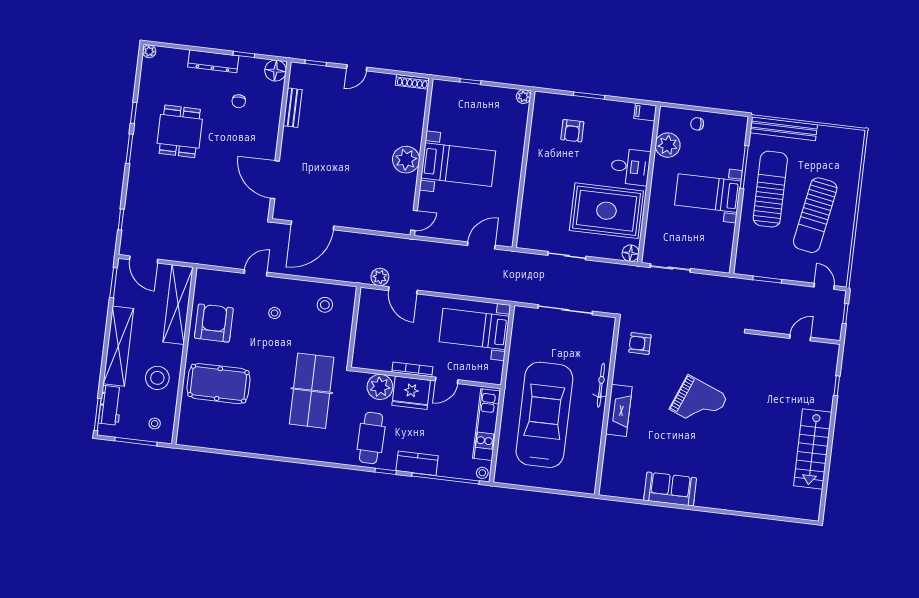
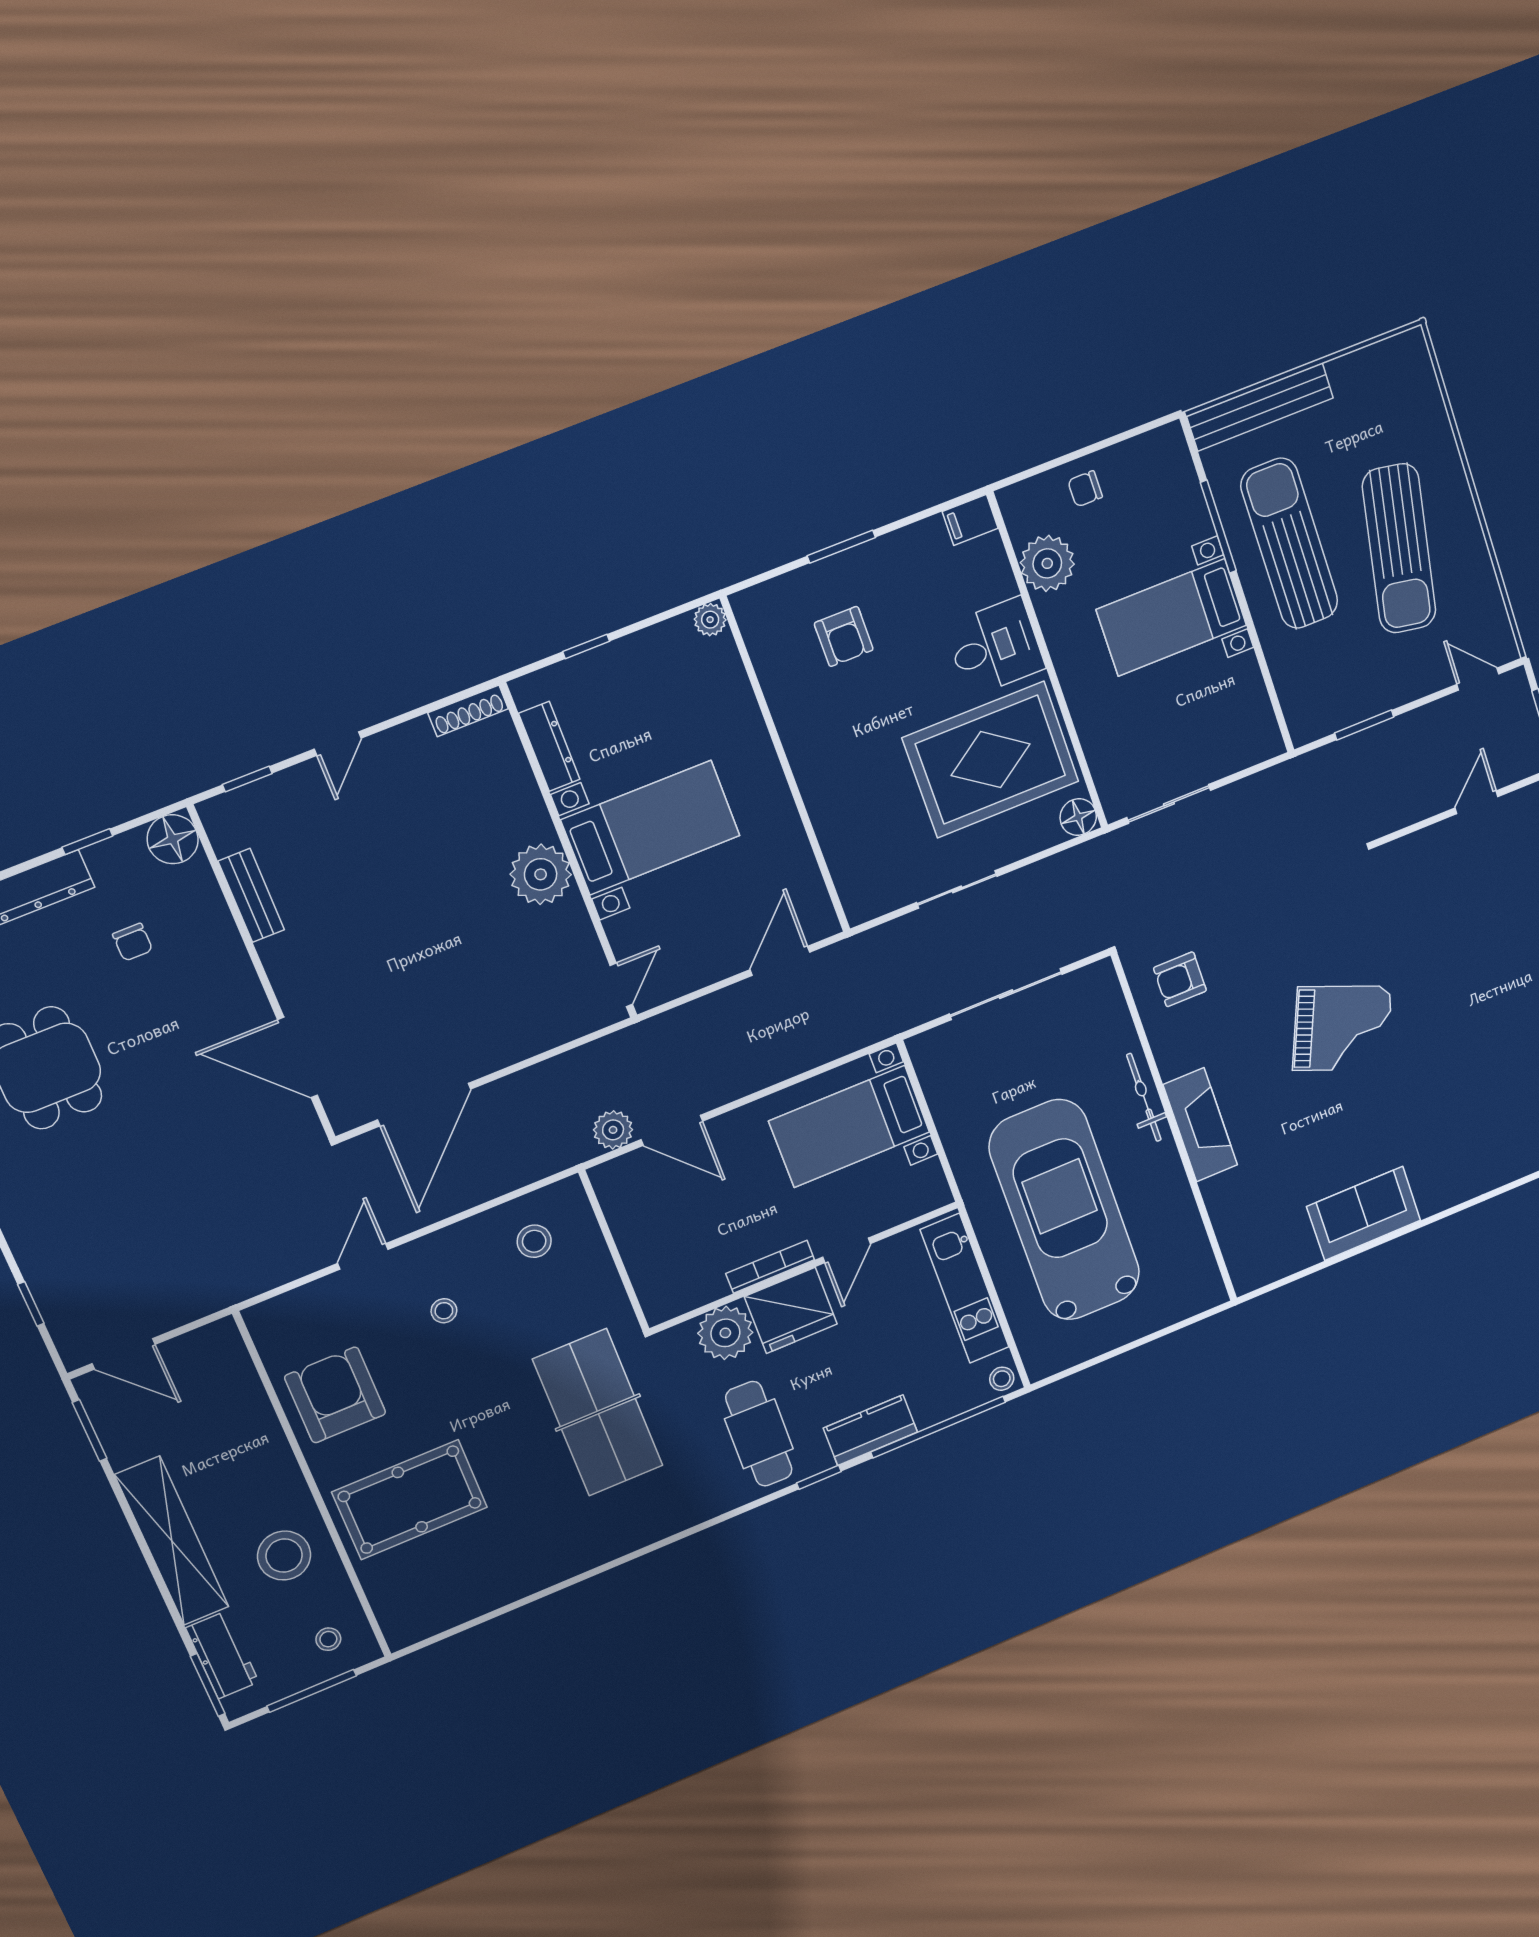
dresser: (436, 112) -> (549, 746), added
shelving: (178, 305) -> (244, 1400), removed

